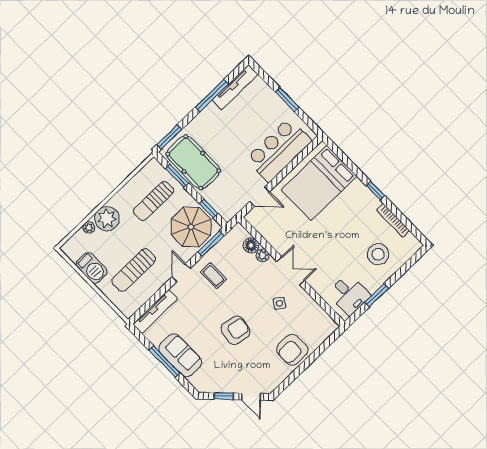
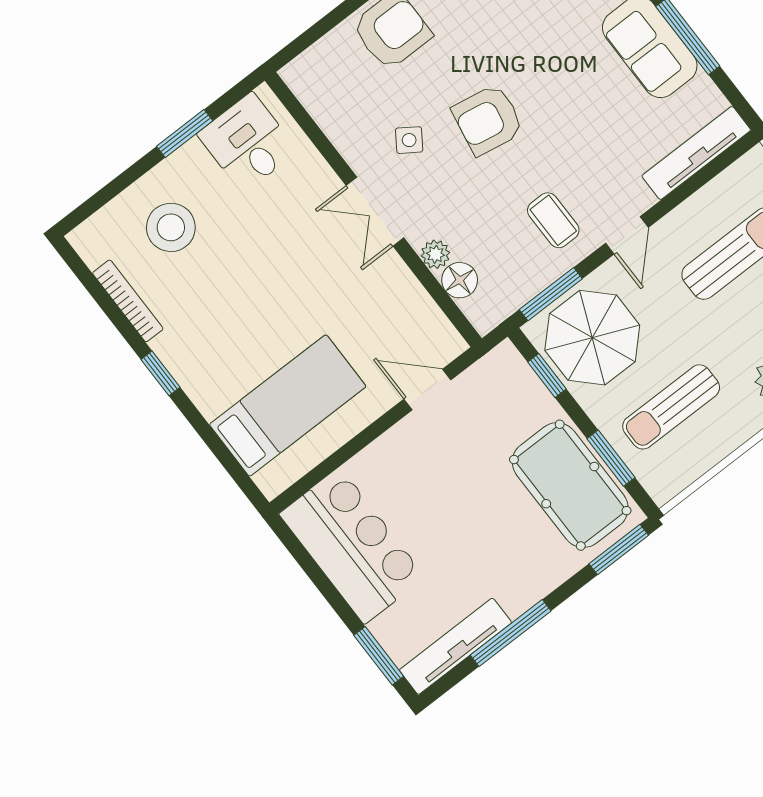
window: (287, 100) -> (379, 656), moved
bar counter: (279, 150) -> (352, 546), moved, turned -90
bed: (319, 183) -> (288, 405), width x0.67
sun lounger: (154, 201) -> (671, 407), turned 180
armchair: (235, 330) -> (488, 120), moved

